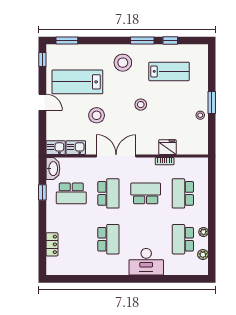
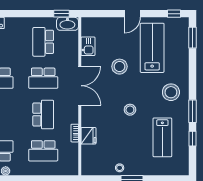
kitchen sink: (56, 148) -> (88, 27), removed
window: (42, 192) -> (62, 14), moved
school desk: (183, 193) -> (43, 151), turned 180

